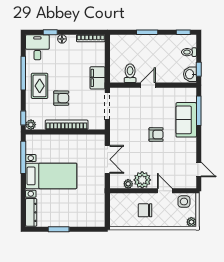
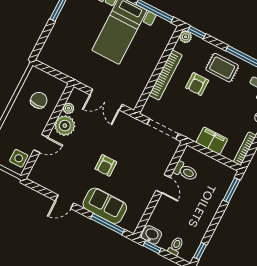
window: (147, 32) -> (231, 190), moved
filing cabinet: (98, 78) -> (212, 141), moved
door: (199, 169) -> (64, 202), moved
chair: (145, 210) -> (39, 100), moved

